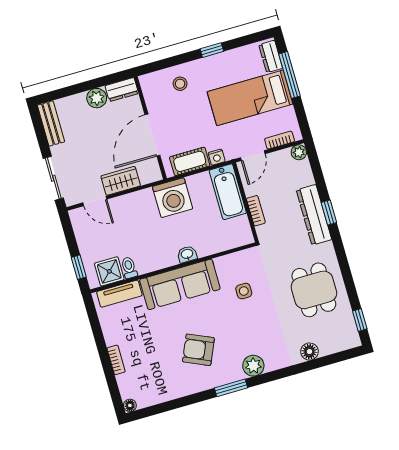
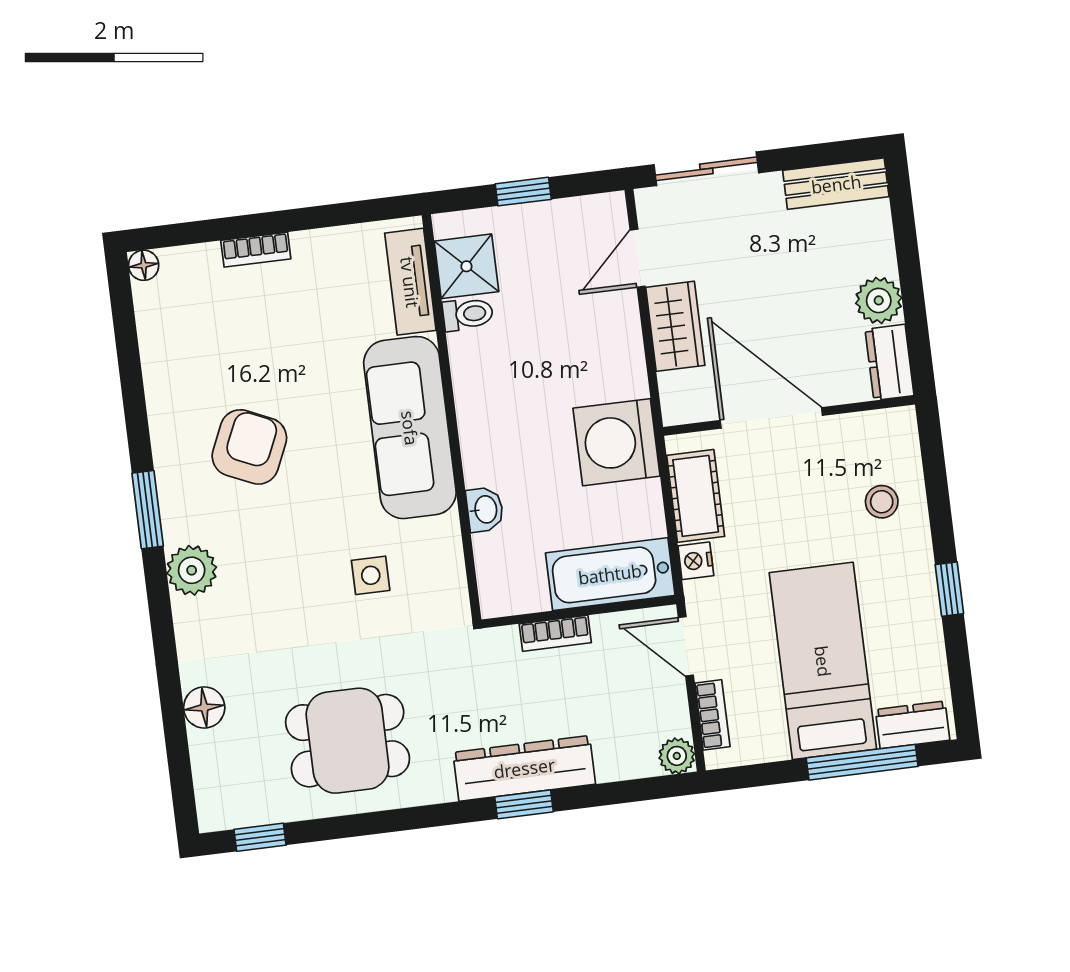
washbasin: (187, 254) -> (485, 510), moved
window: (79, 267) -> (523, 192), moved

